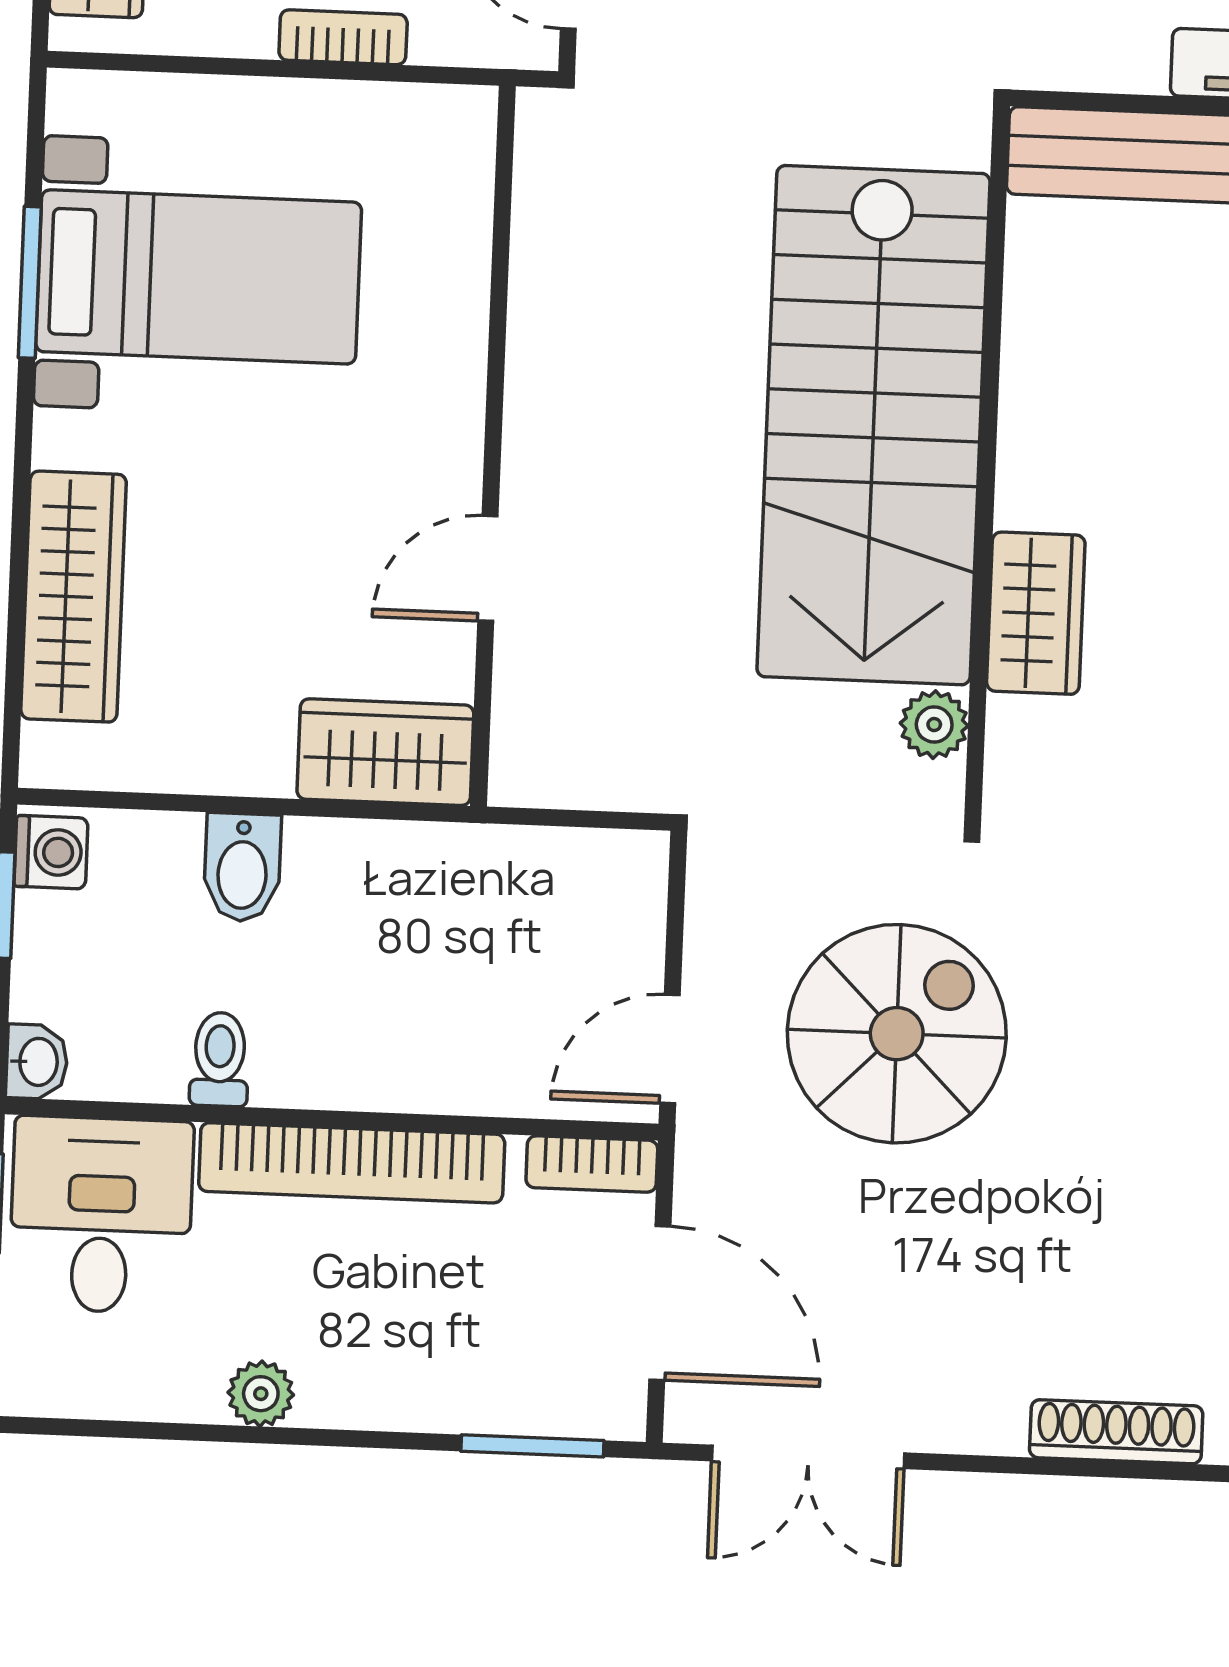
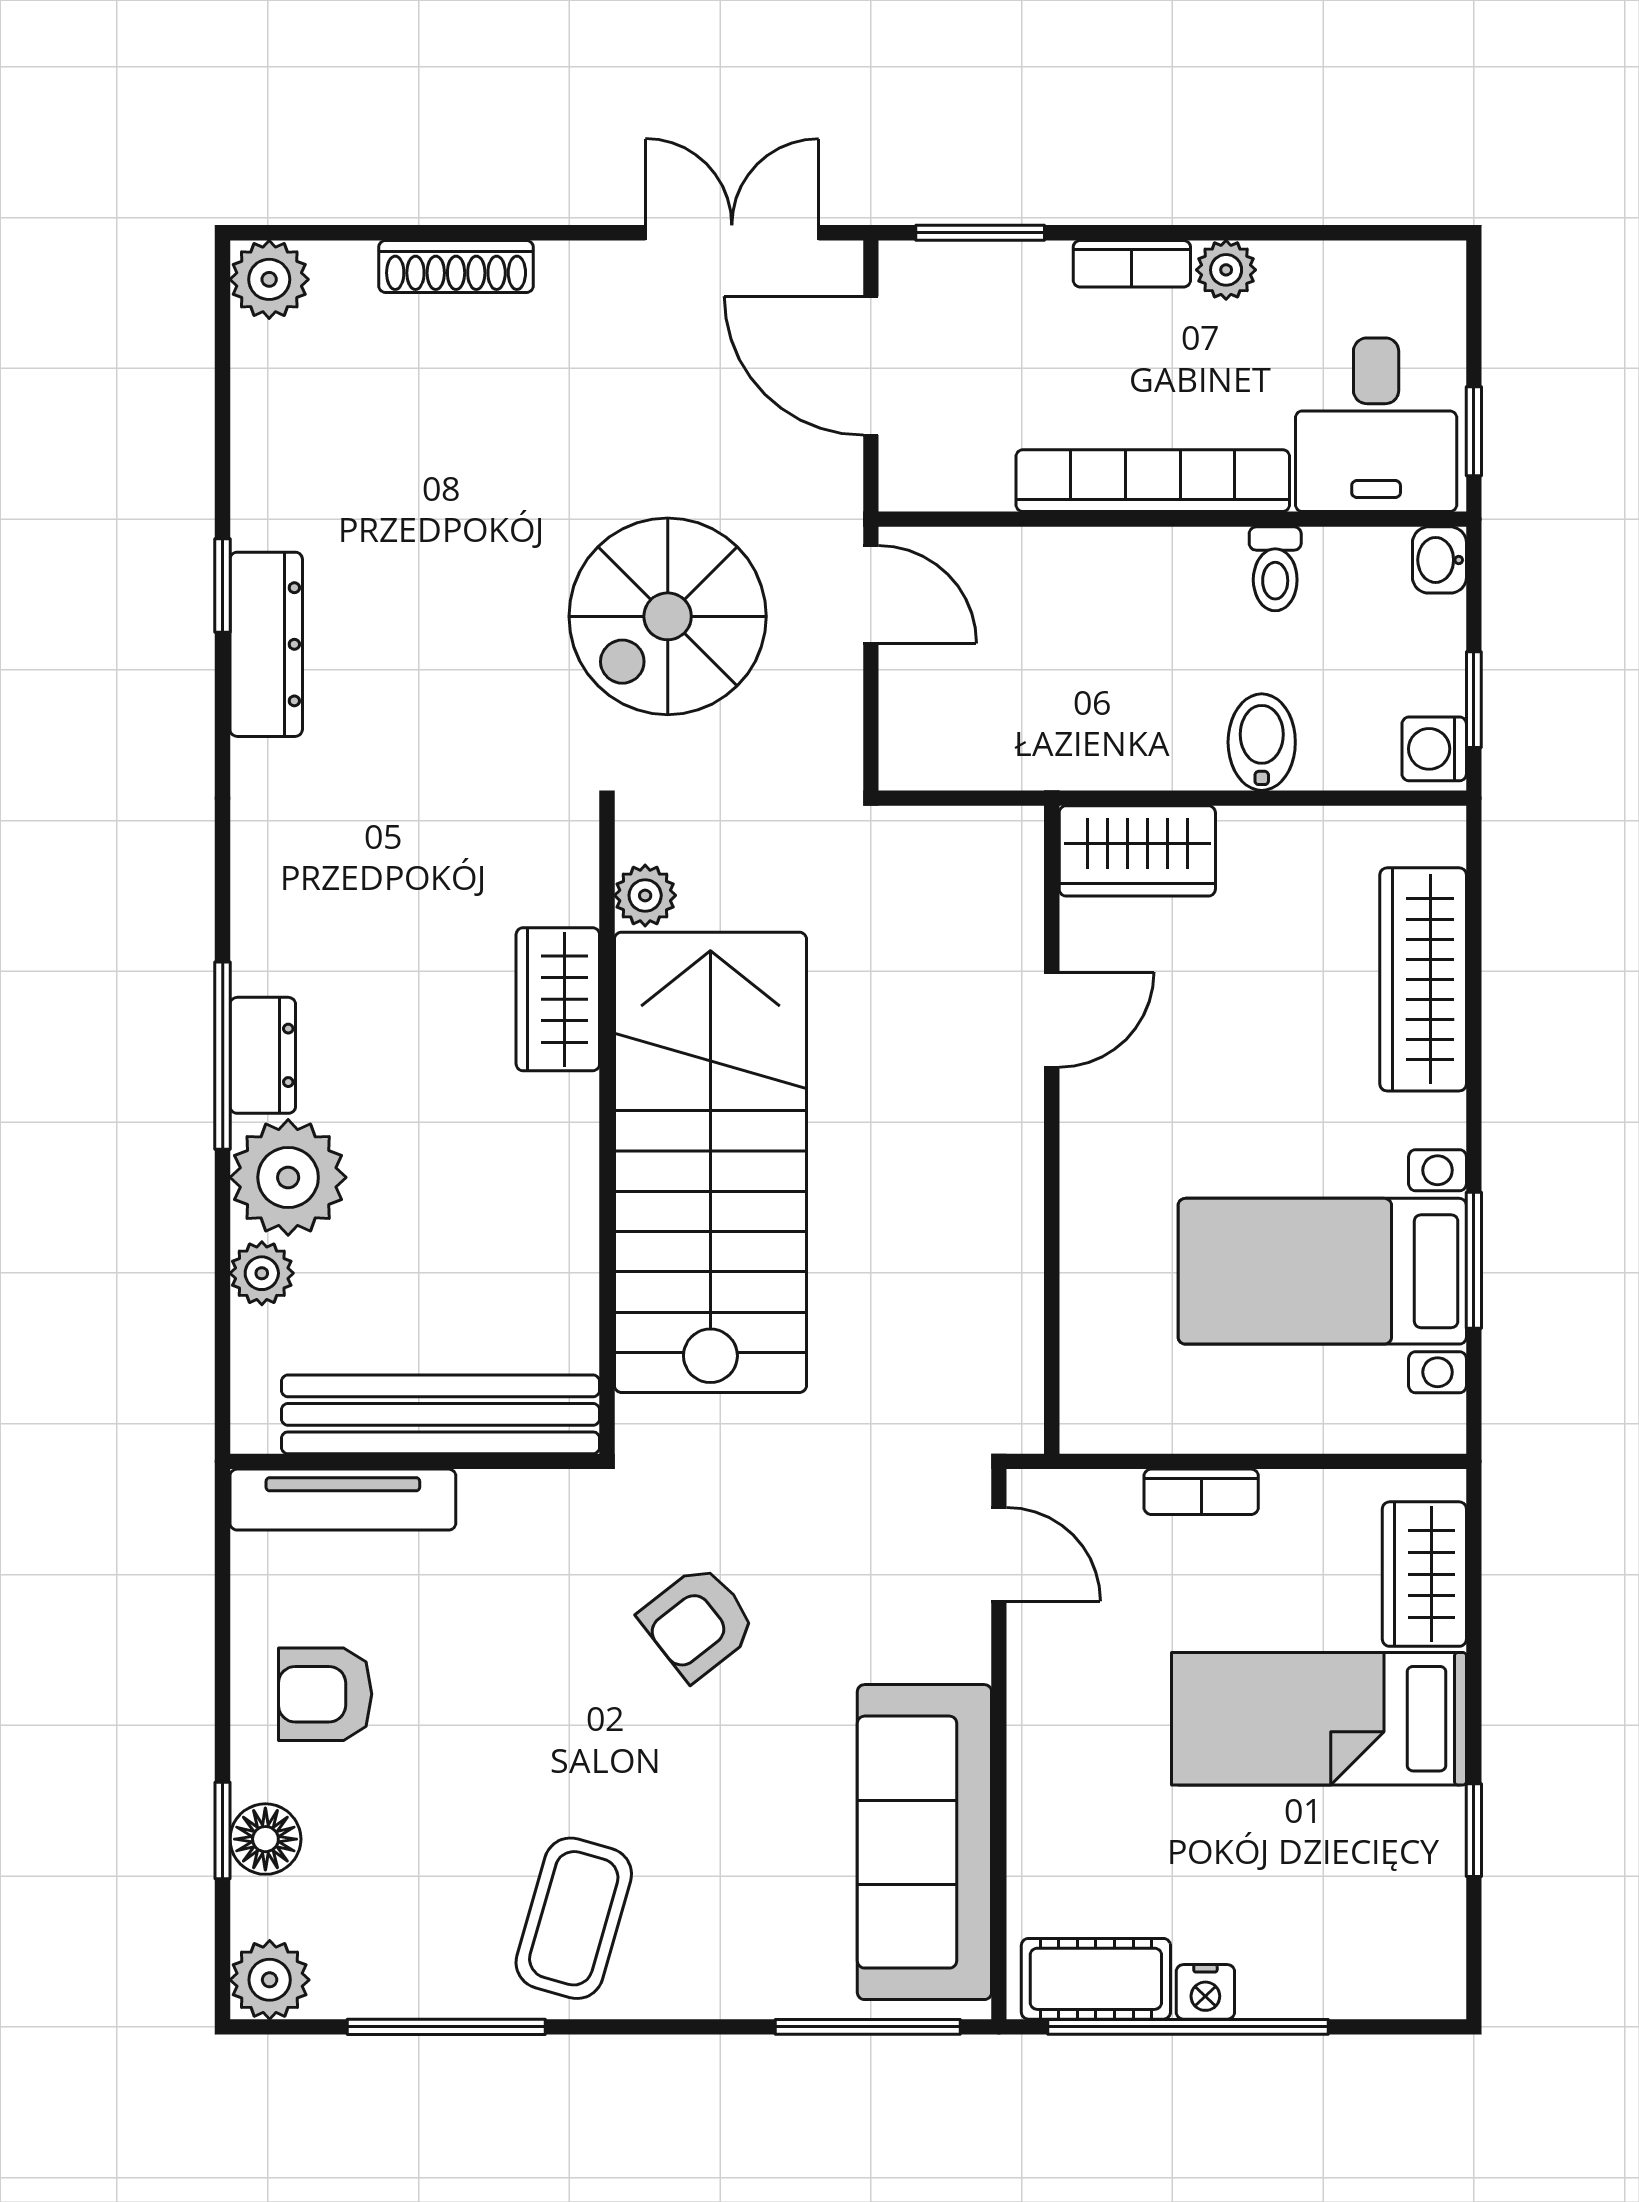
door: (670, 1049) -> (871, 594), hinge flipped
bookcase: (592, 1164) -> (1132, 264), moved, turned 180

